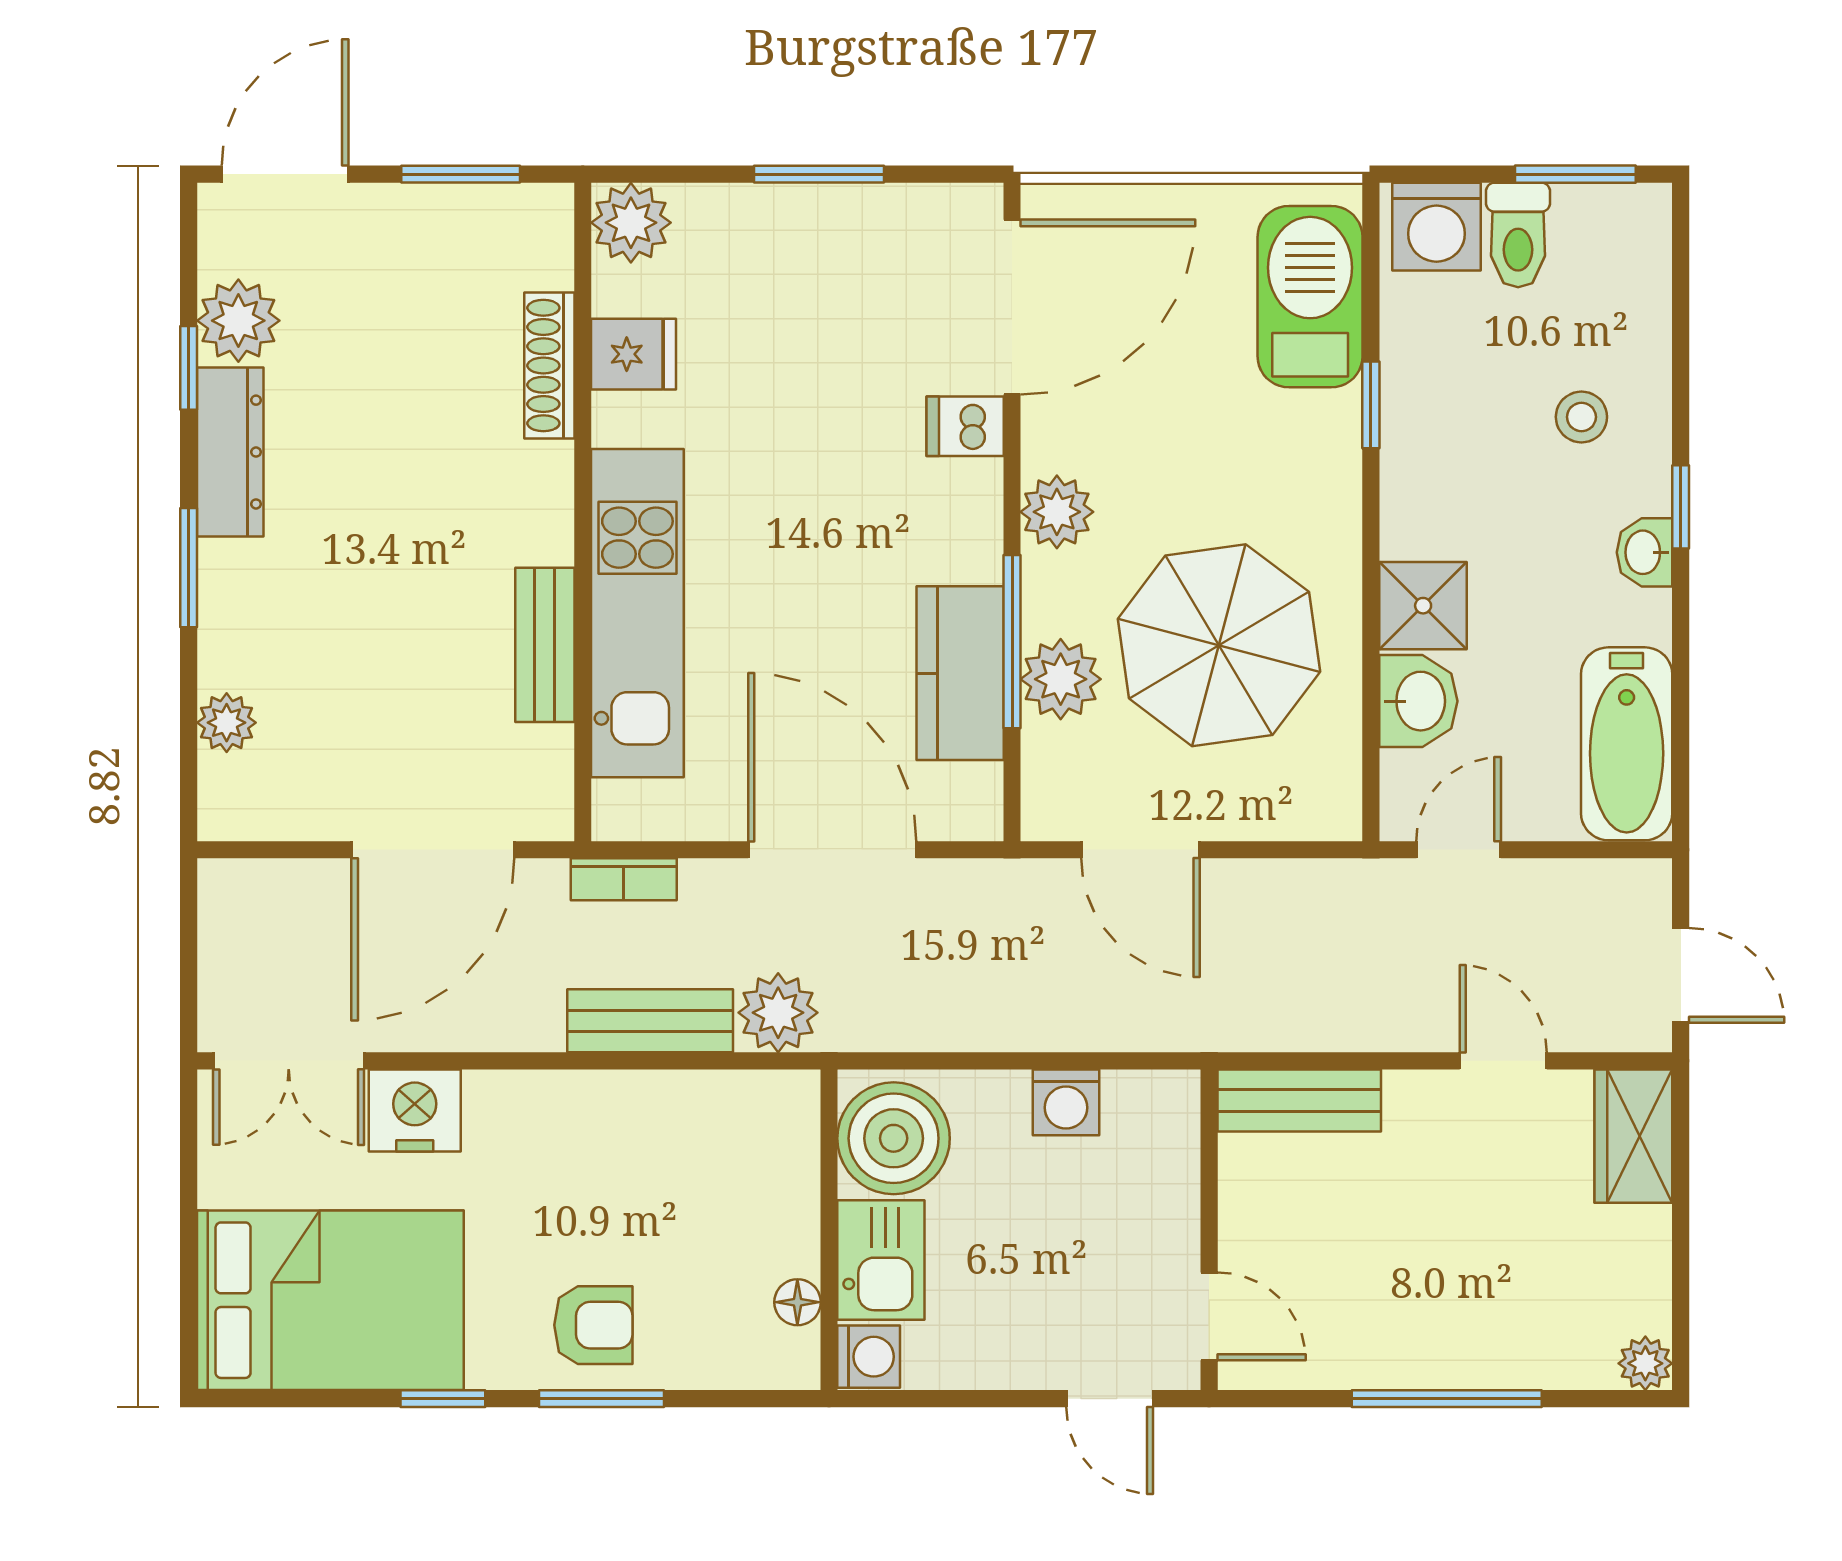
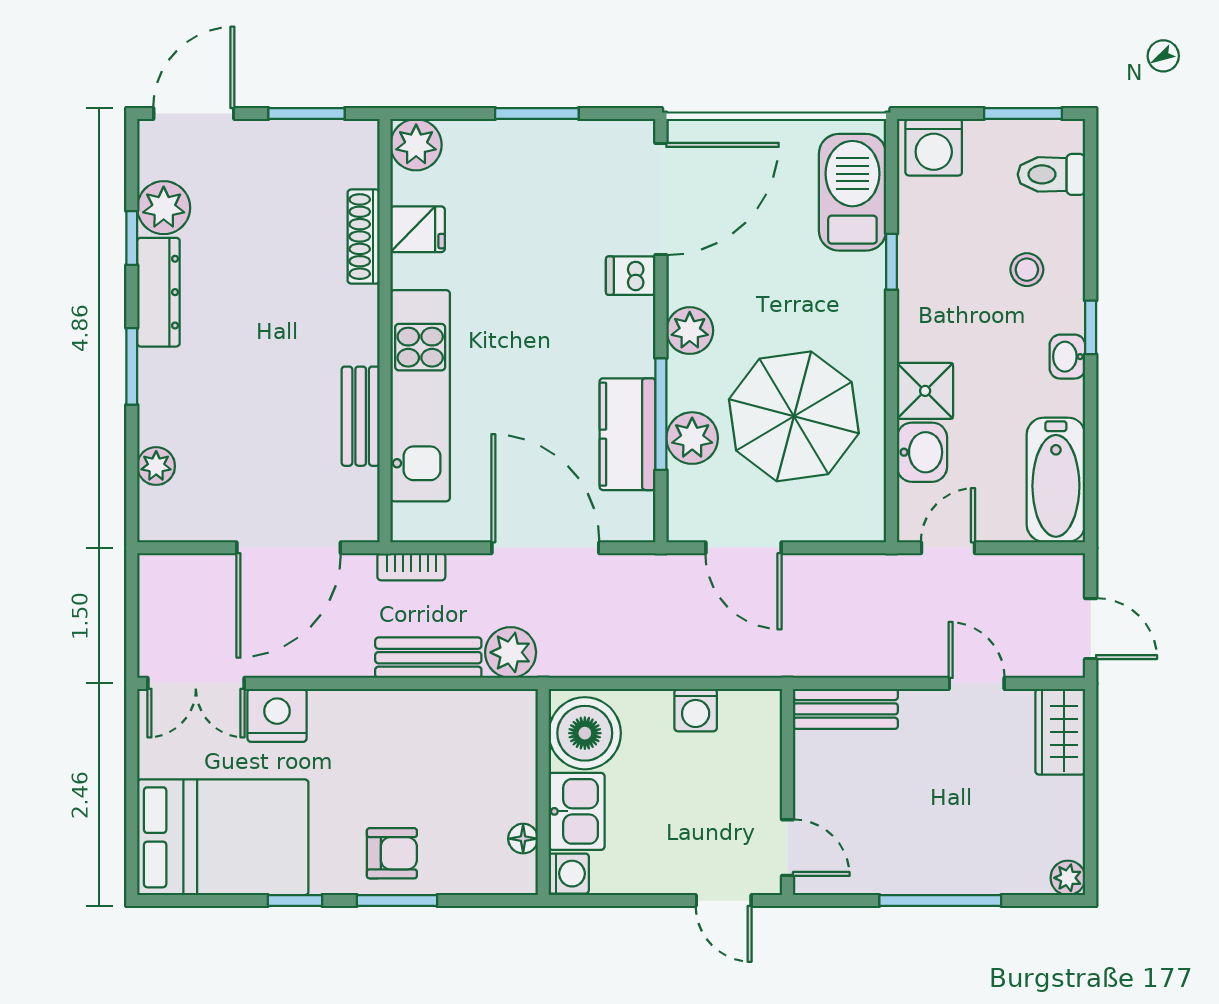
toilet: (1518, 235) -> (1051, 174), moved, turned 90

